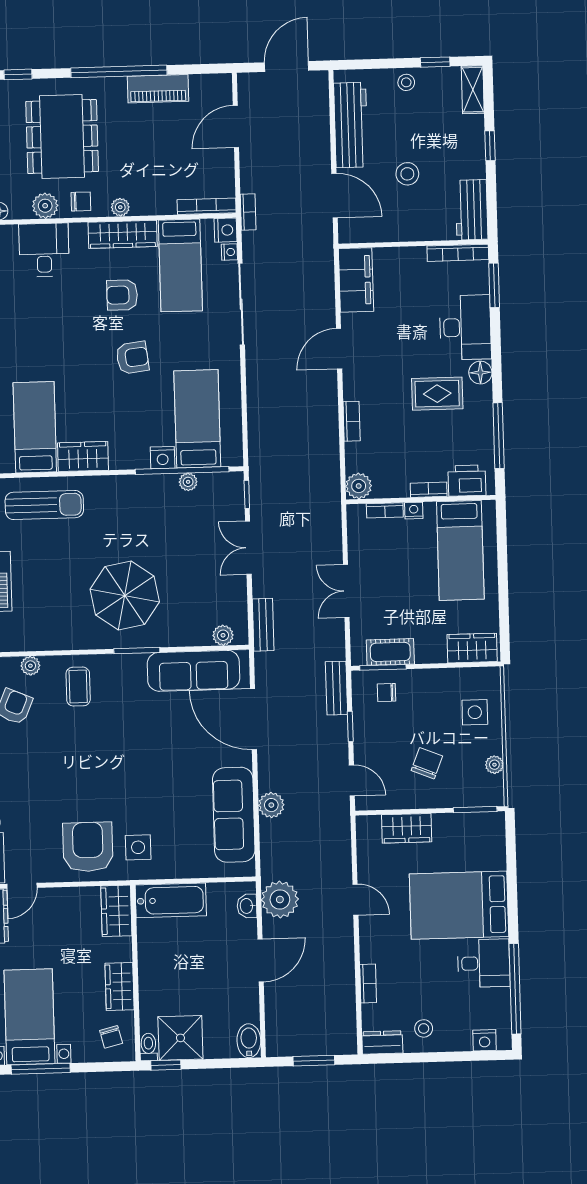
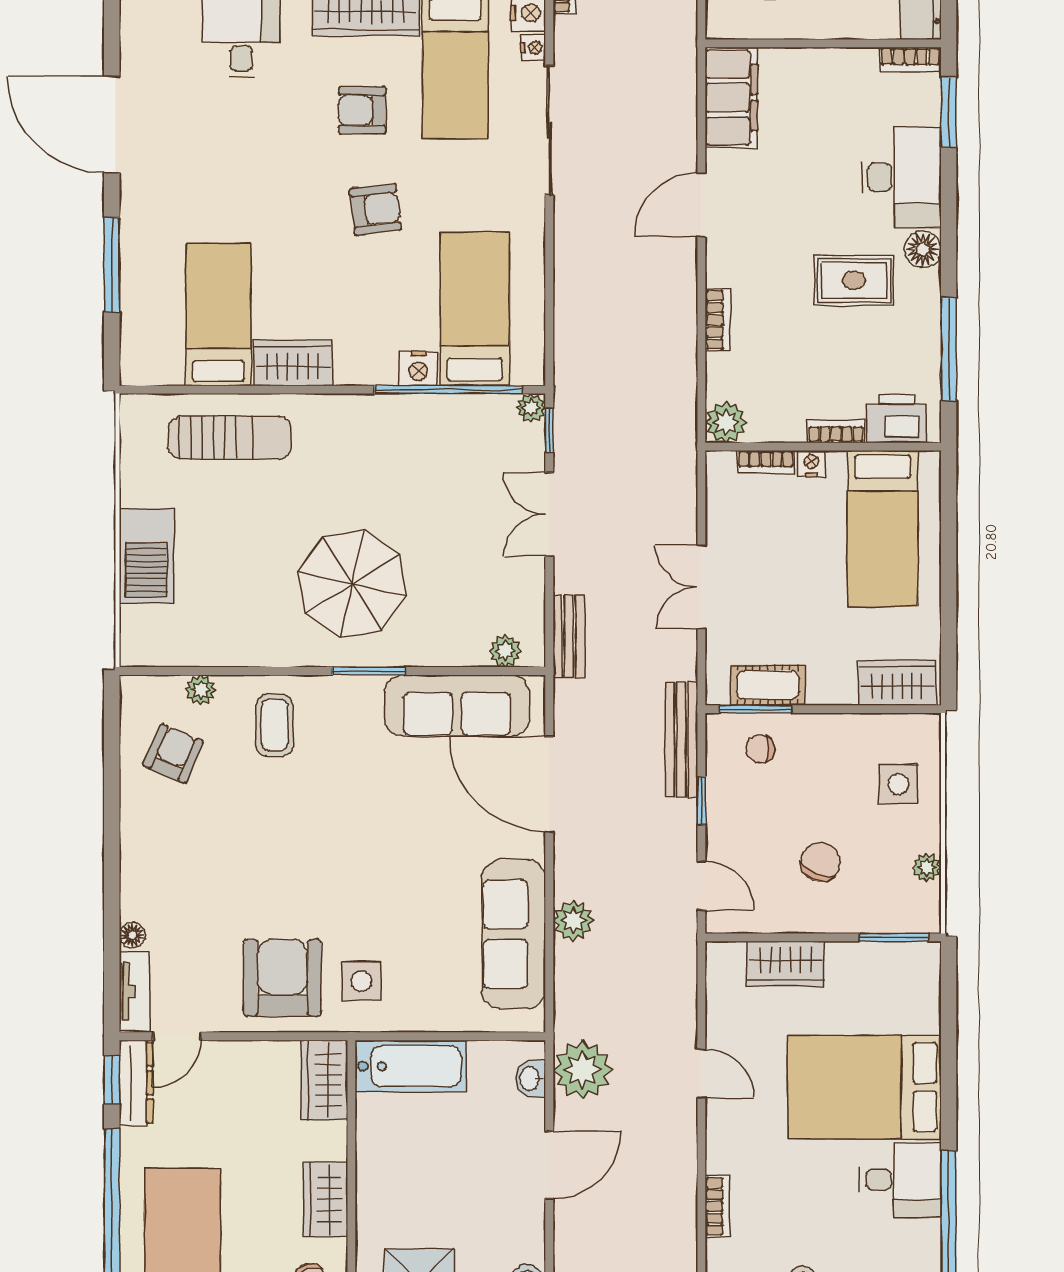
bookcase: (458, 253) -> (910, 60), width x0.64
plant: (188, 482) -> (531, 408), moved
bench: (336, 688) -> (681, 740), width x1.36

